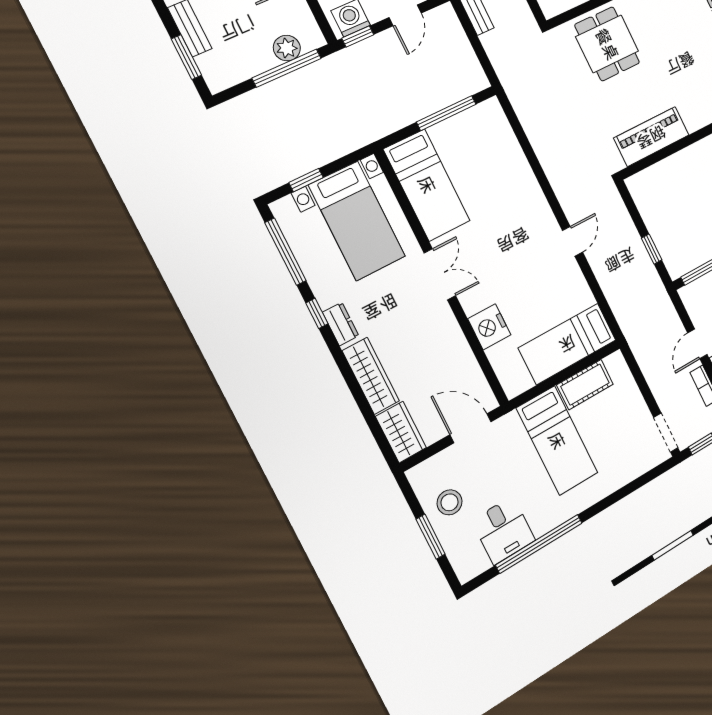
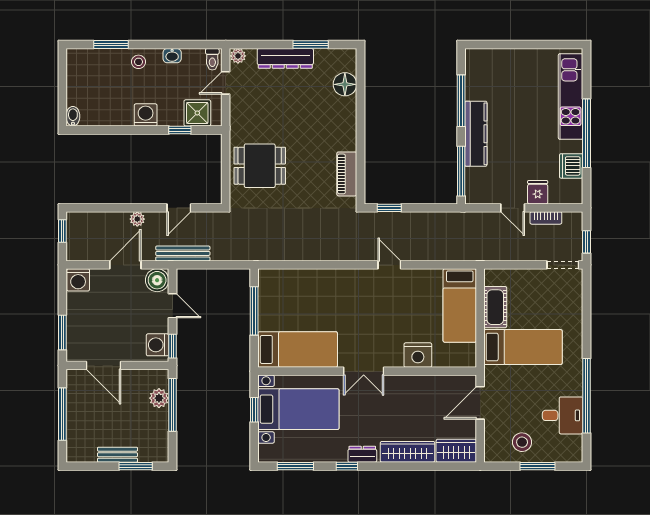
piano: (651, 137) -> (347, 174), width x0.73, depth x0.75
window: (306, 180) -> (254, 410), moved
window: (652, 249) -> (389, 208), moved
window: (286, 252) -> (295, 466), width x0.69
double door: (440, 274) -> (364, 371), swing flipped

